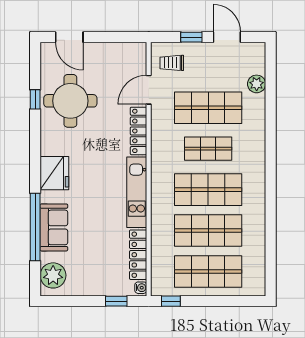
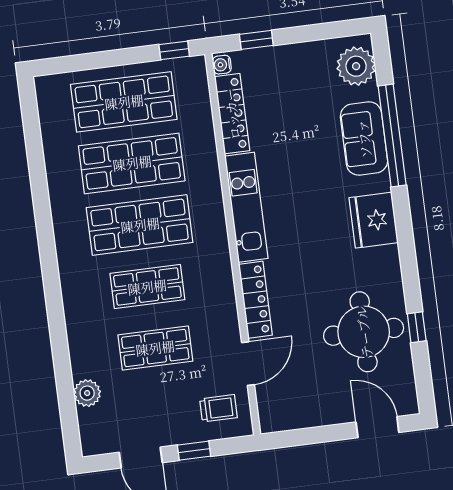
shop shelf: (208, 108) -> (155, 348), width x0.70, depth x0.74

